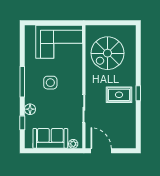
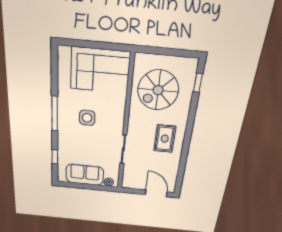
window: (138, 93) -> (198, 83), moved
rug: (119, 95) -> (165, 139), turned 90
floor lamp: (30, 109) -> (63, 144), removed
door: (101, 151) -> (156, 193), moved

